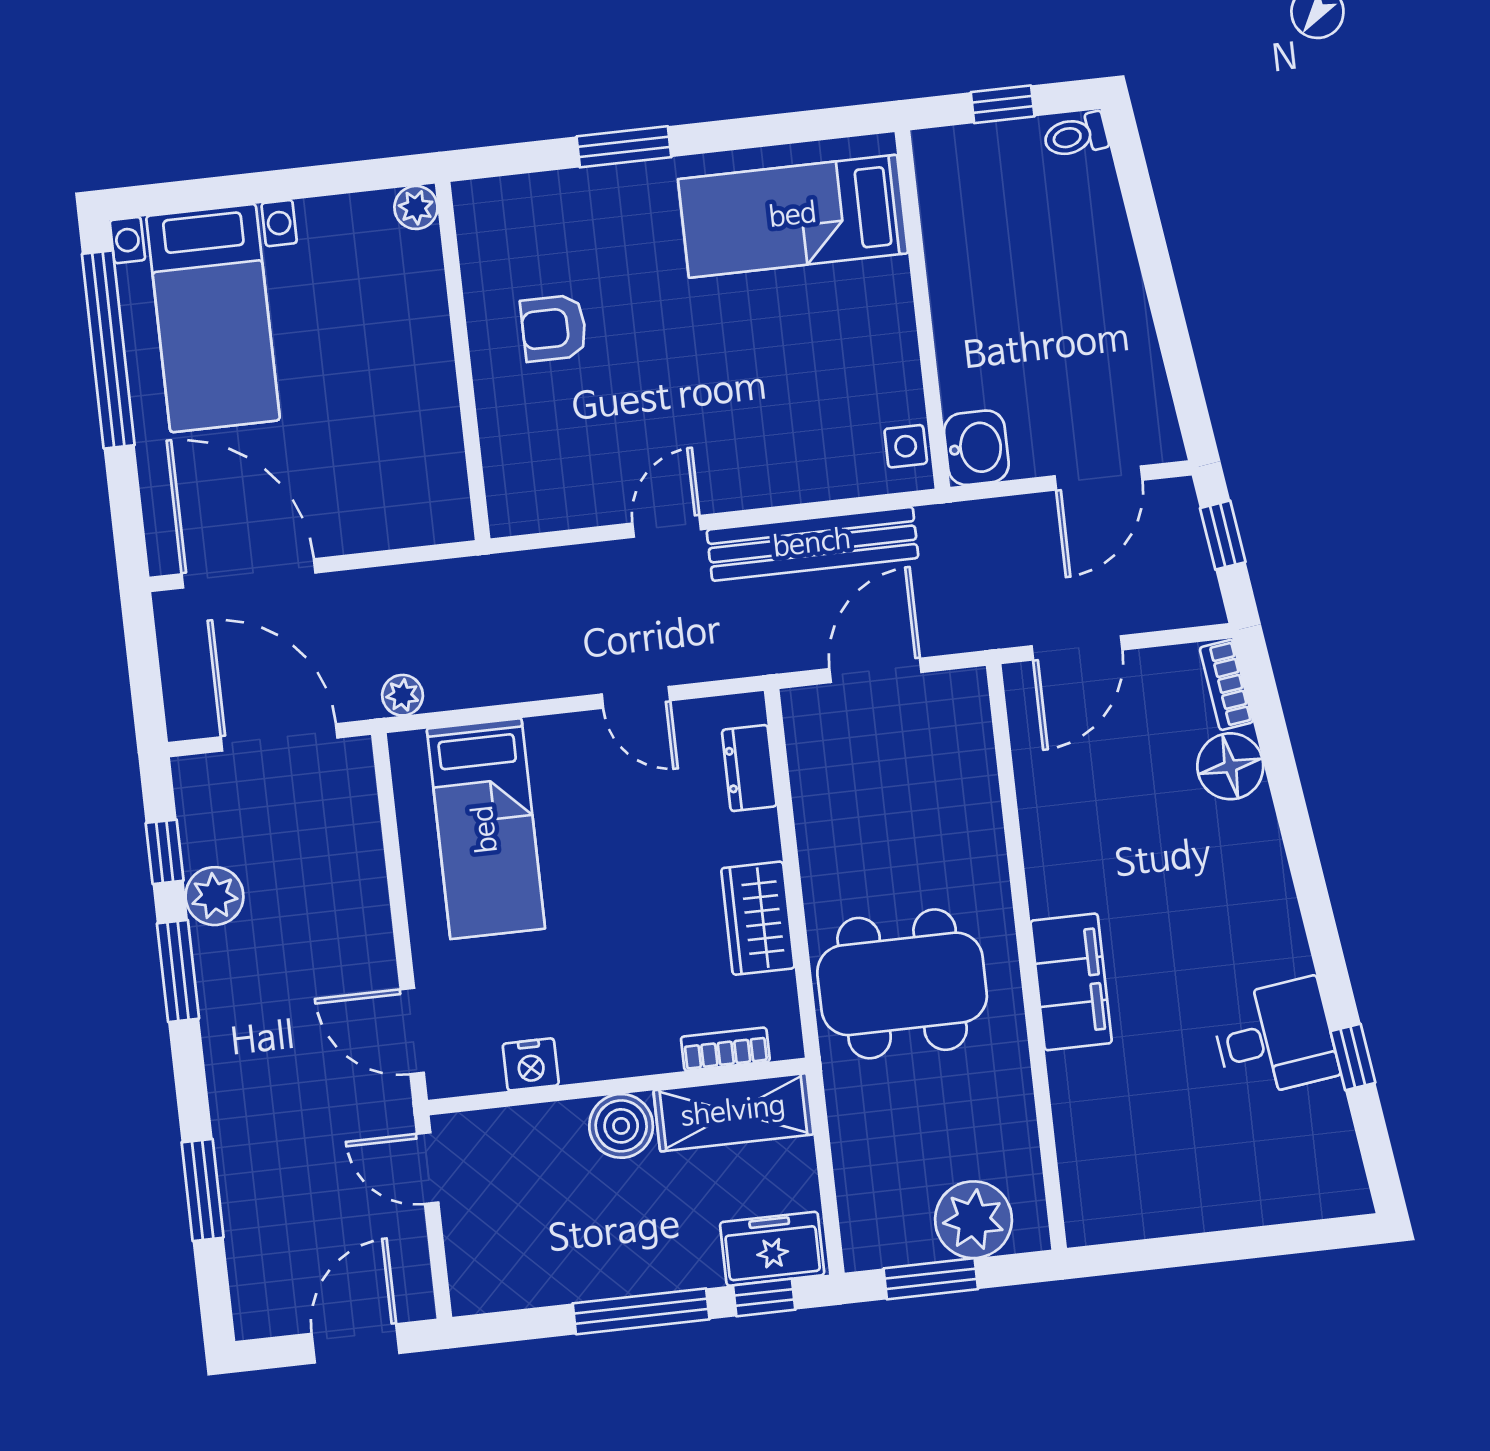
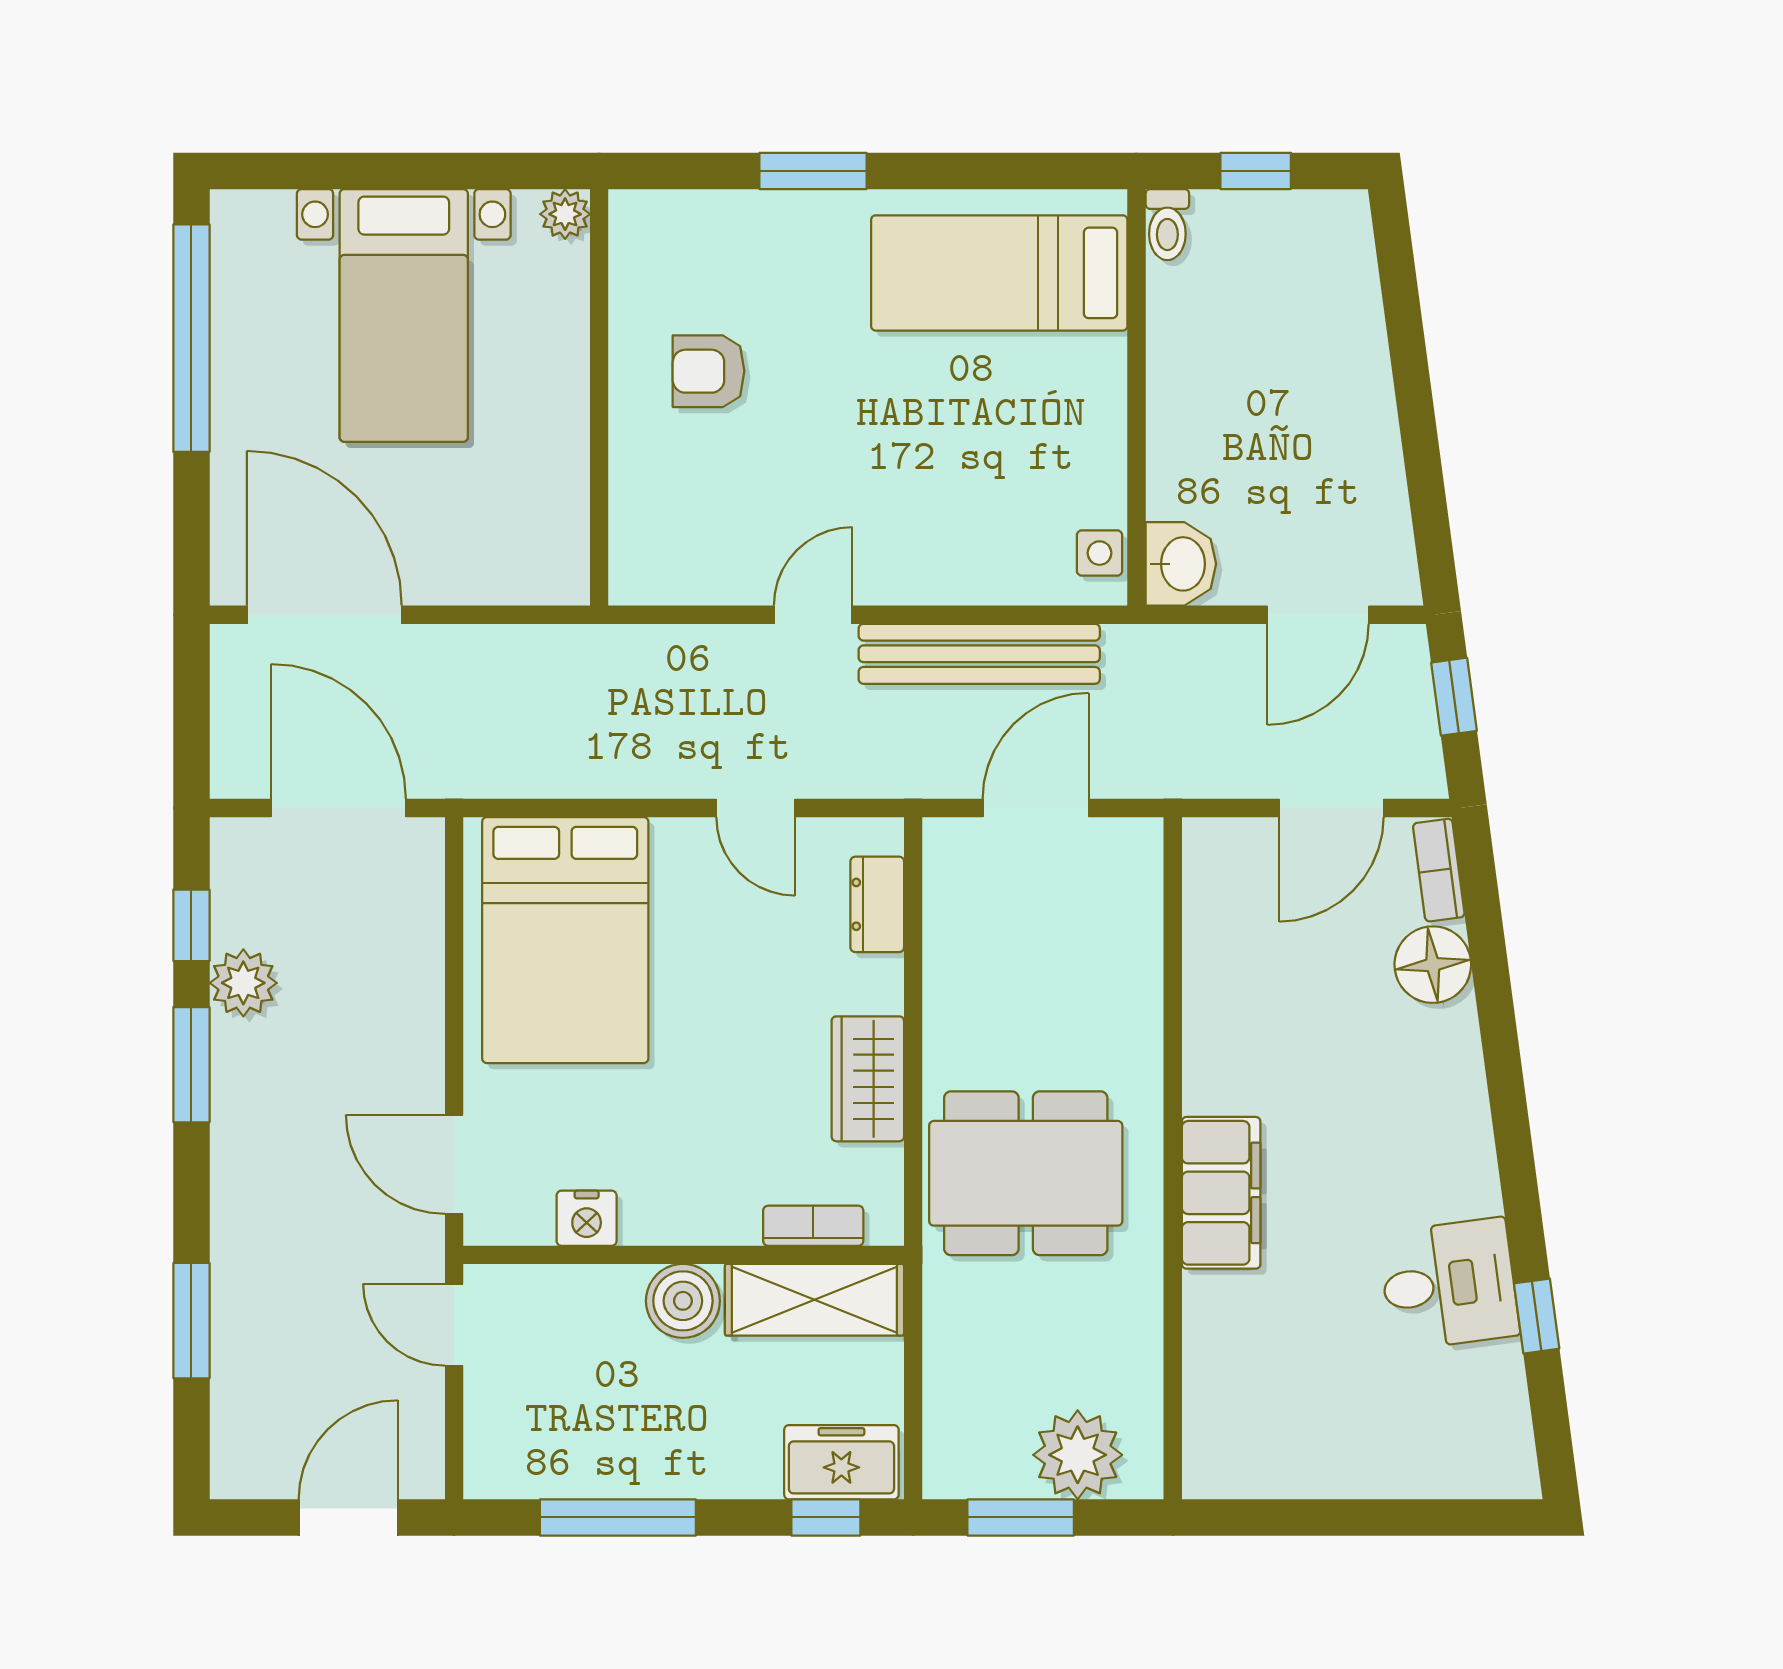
toilet: (1076, 136) -> (1167, 225), moved, turned -82
bed with nightstands: (213, 318) -> (404, 315), moved
door: (1077, 648) -> (1331, 808), moved
plant: (402, 695) -> (486, 775), removed
bed: (486, 829) -> (565, 940), width x1.50
window: (641, 1311) -> (618, 1517), moved

